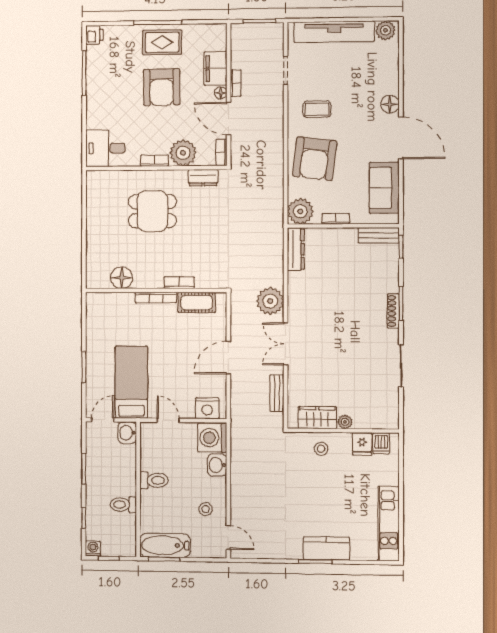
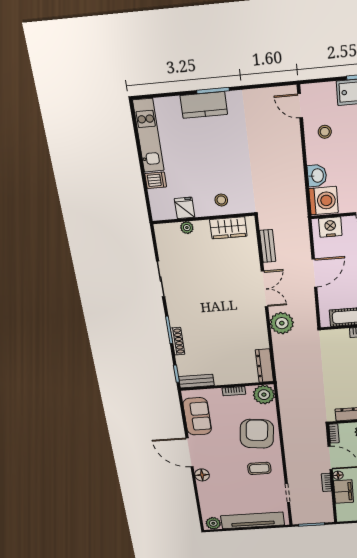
shoe rack: (393, 311) -> (178, 341), moved
plant: (345, 422) -> (187, 228), moved
dishwasher: (381, 443) -> (156, 180), moved, turned 90

